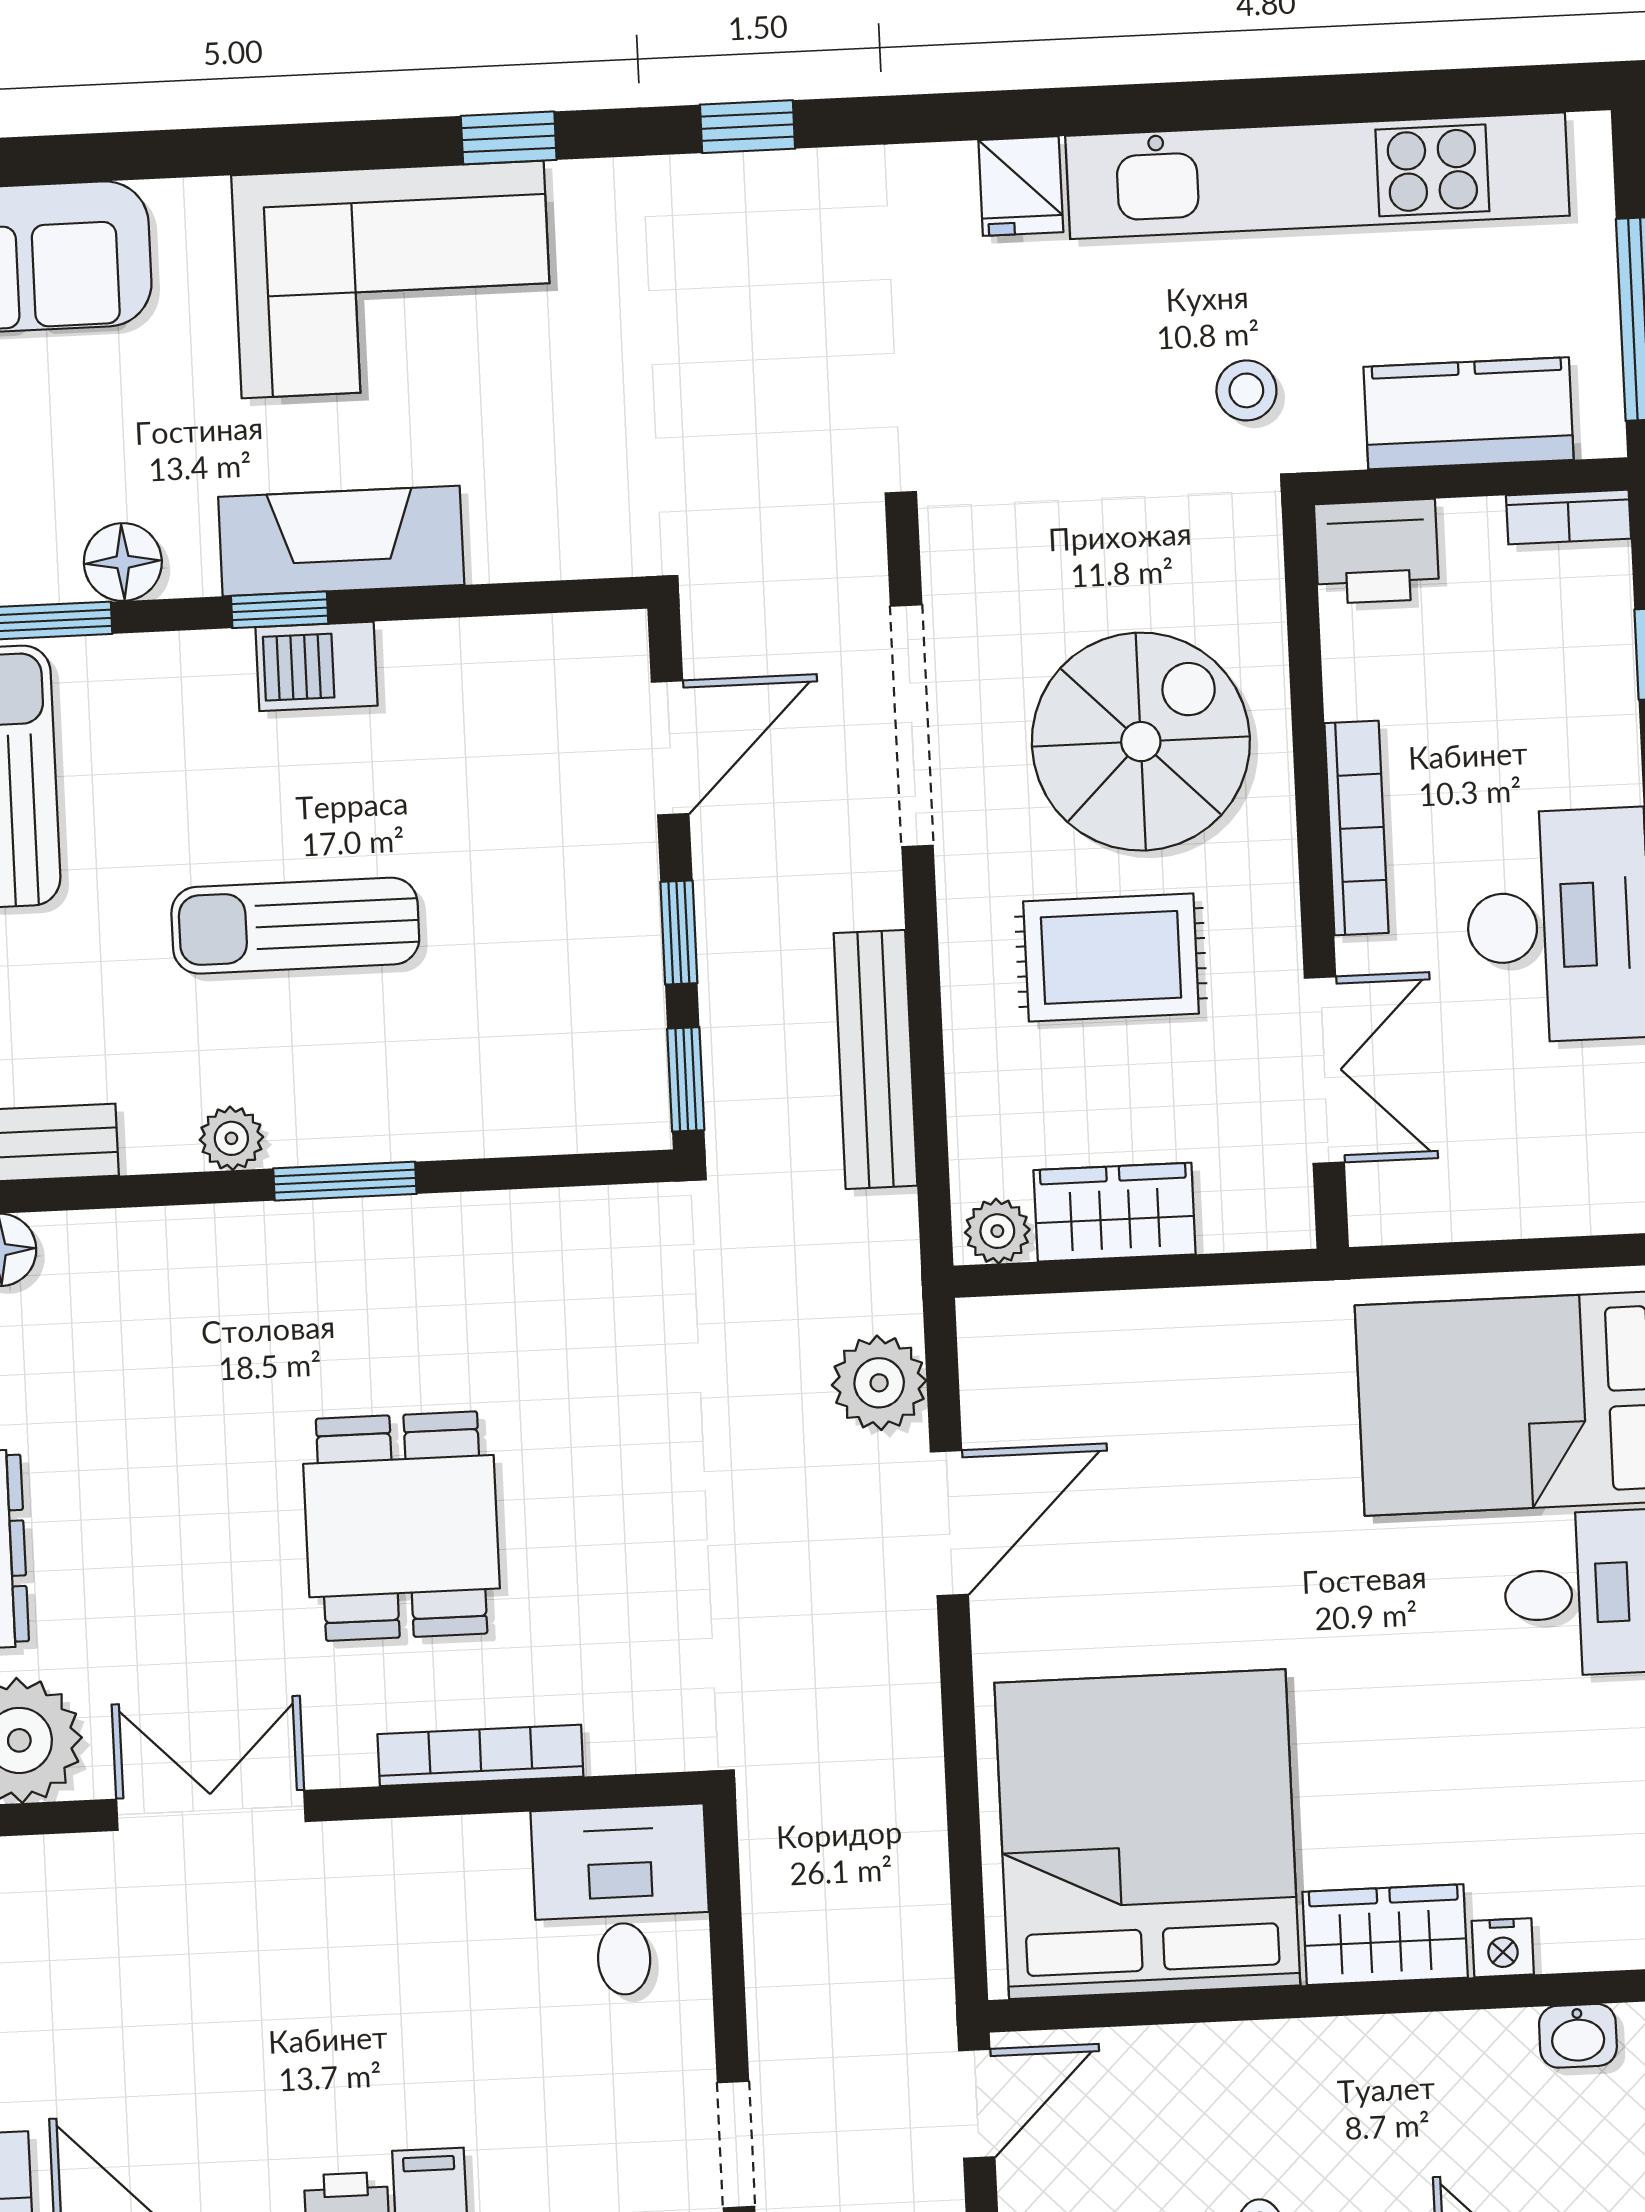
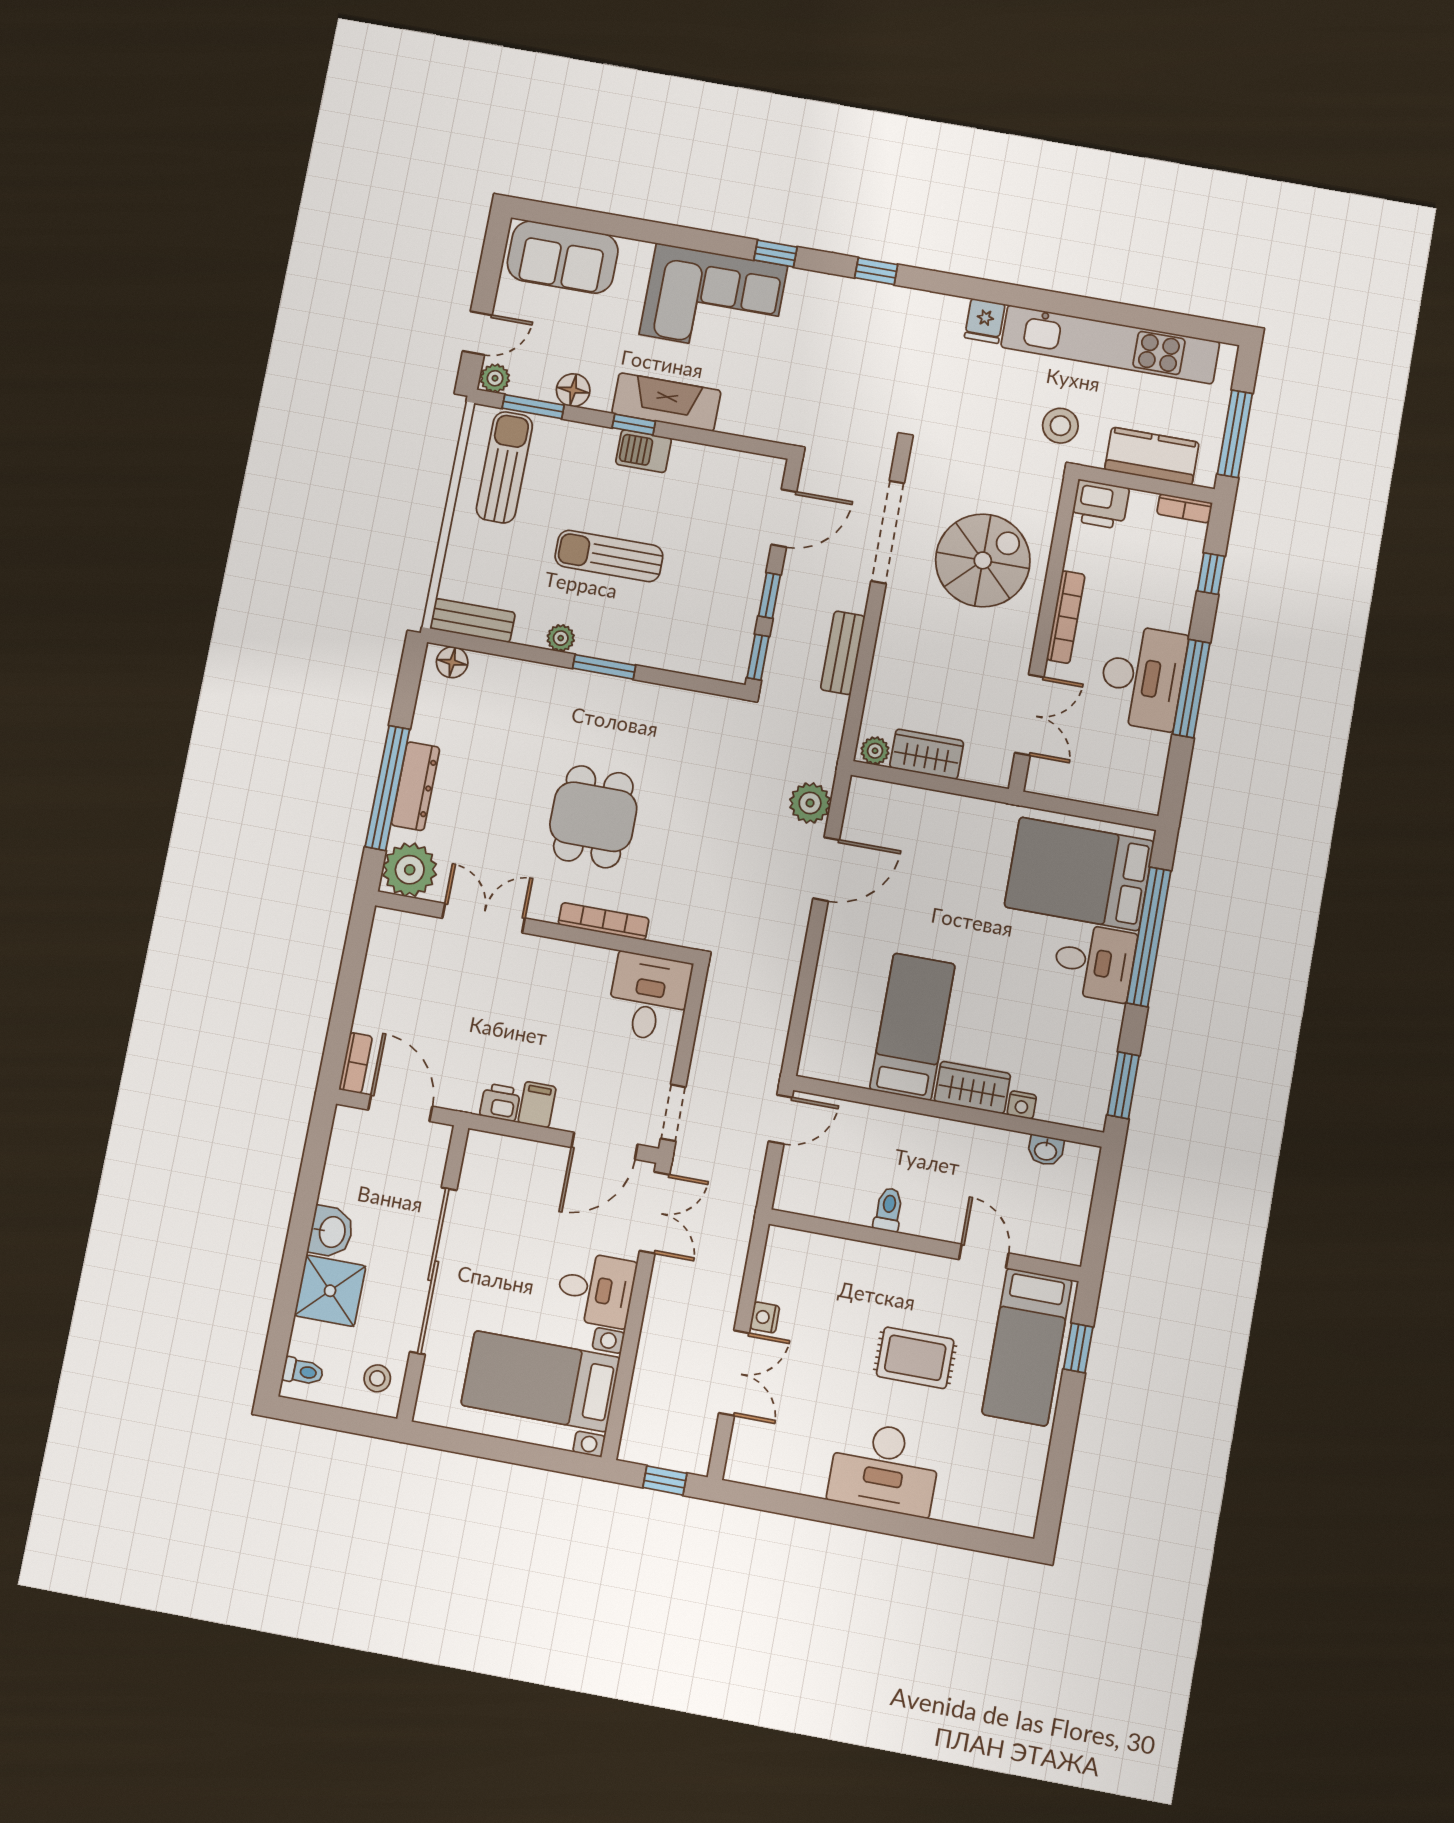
stool: (1246, 390) -> (1060, 426), width x1.37, depth x1.37
rug: (1111, 957) -> (950, 647), removed
bench: (875, 1059) -> (843, 653), width x0.73
bed: (1147, 1834) -> (912, 1027), width x0.49

